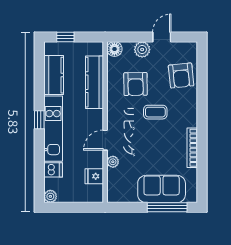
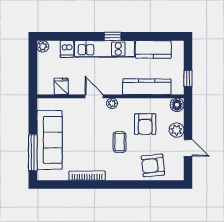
window: (65, 37) -> (188, 79), moved
armchair: (136, 84) -> (145, 124), turned -89
plant: (113, 162) -> (112, 103), moved
sofa: (162, 189) -> (50, 140), width x1.36

